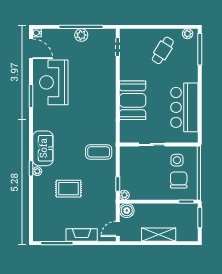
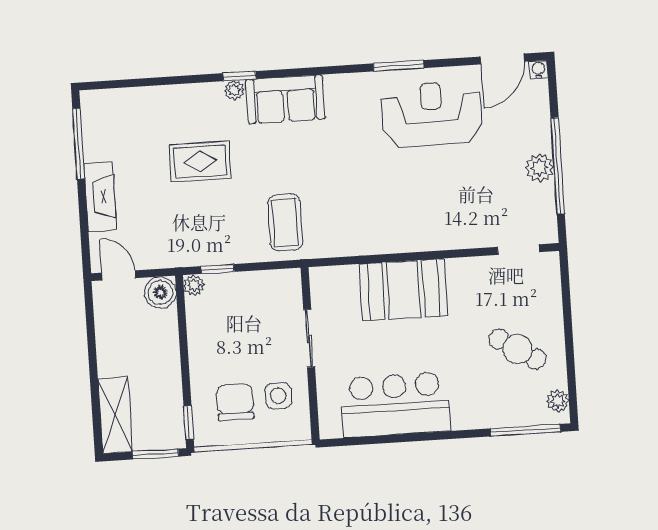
chair: (179, 180) -> (235, 402), turned -90
rug: (69, 189) -> (200, 162), turned 90
shelving: (159, 235) -> (115, 415), moved

